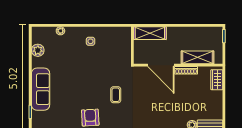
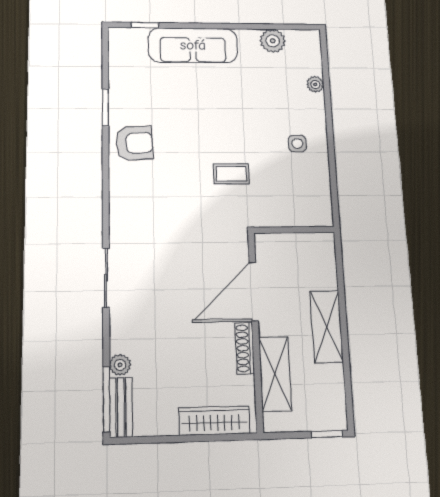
shelving: (150, 33) -> (327, 327), moved
wardrobe: (217, 80) -> (214, 421), width x1.50
coffee table: (116, 95) -> (231, 174), moved

